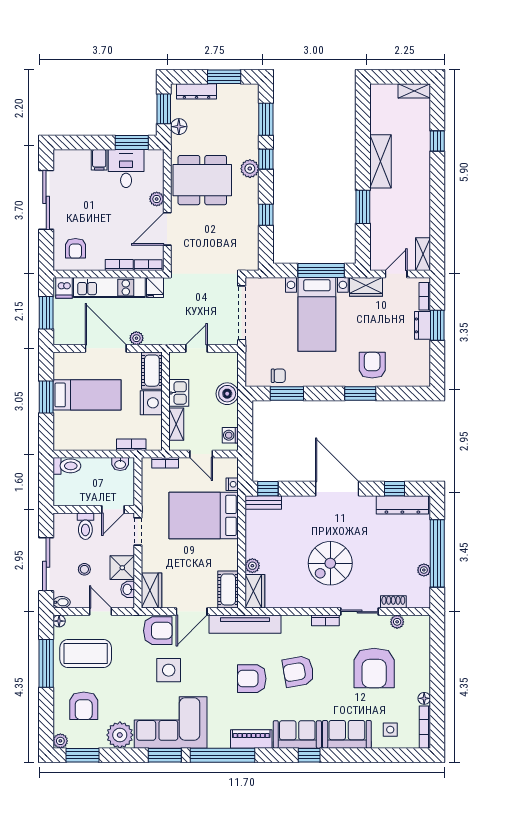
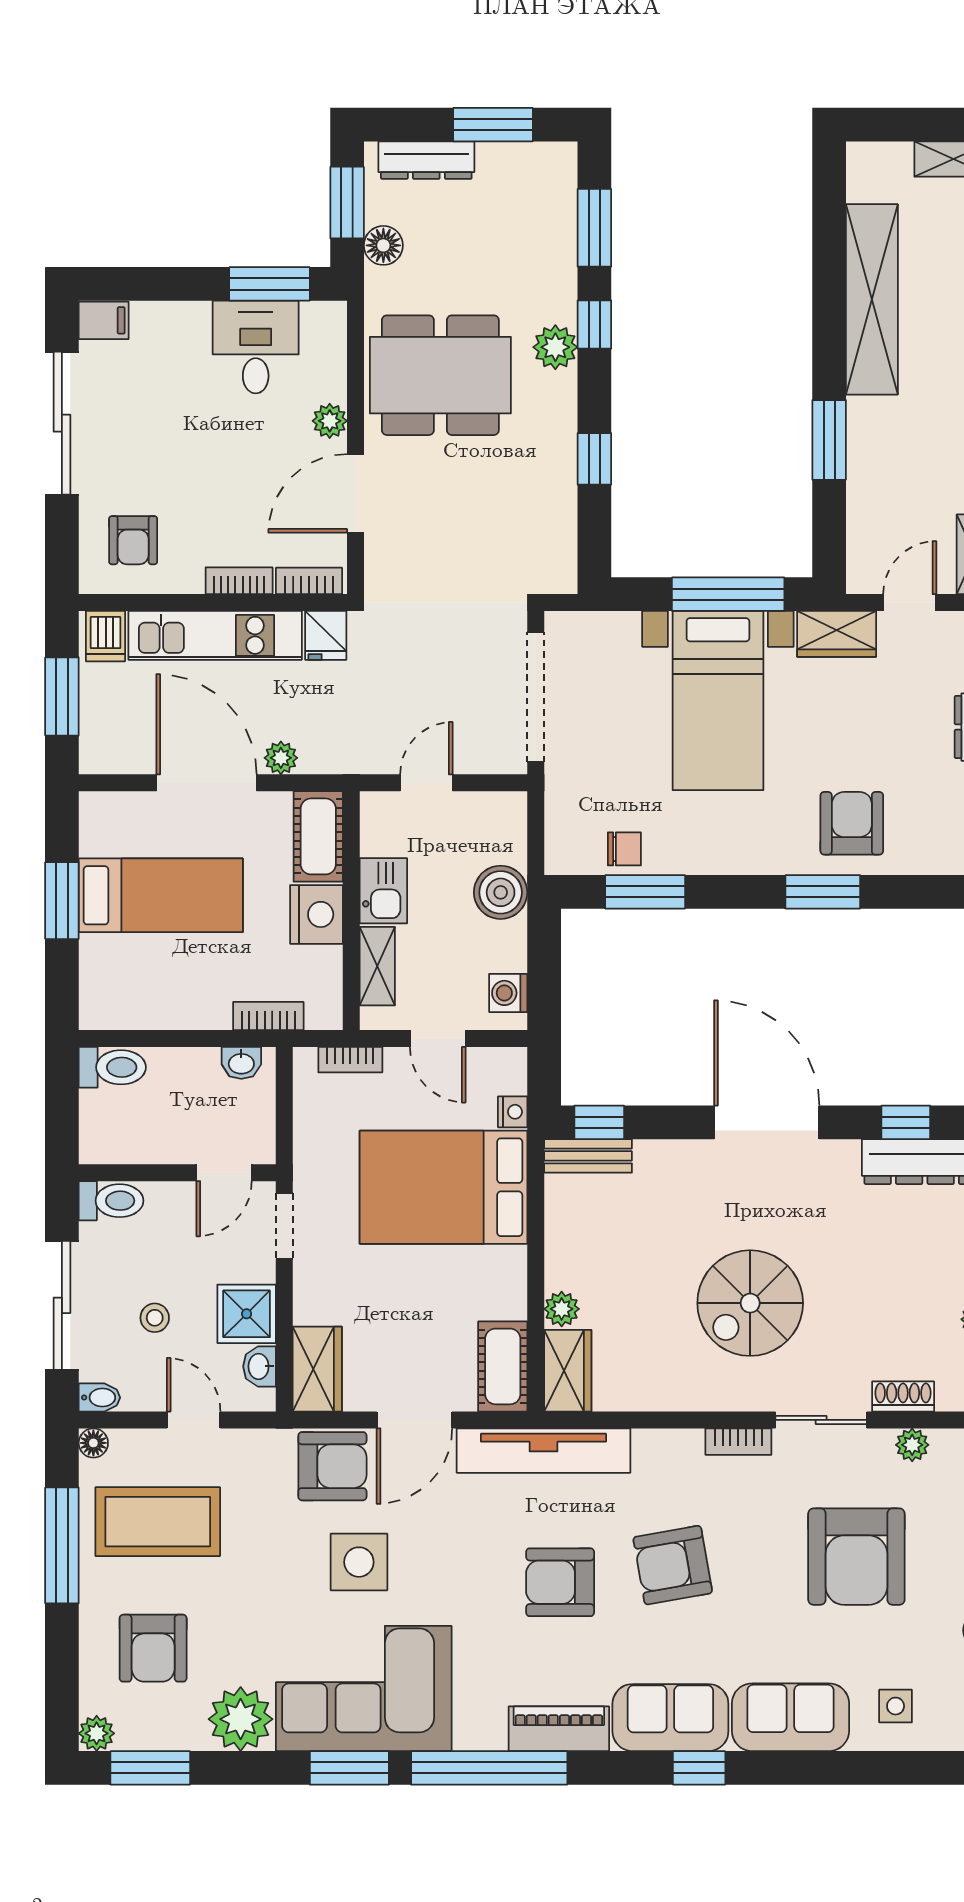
filing cabinet: (99, 160) -> (104, 320), moved, turned -90
shelving: (380, 161) -> (872, 299), width x1.47
toilet: (85, 526) -> (111, 1201), moved, turned -90

